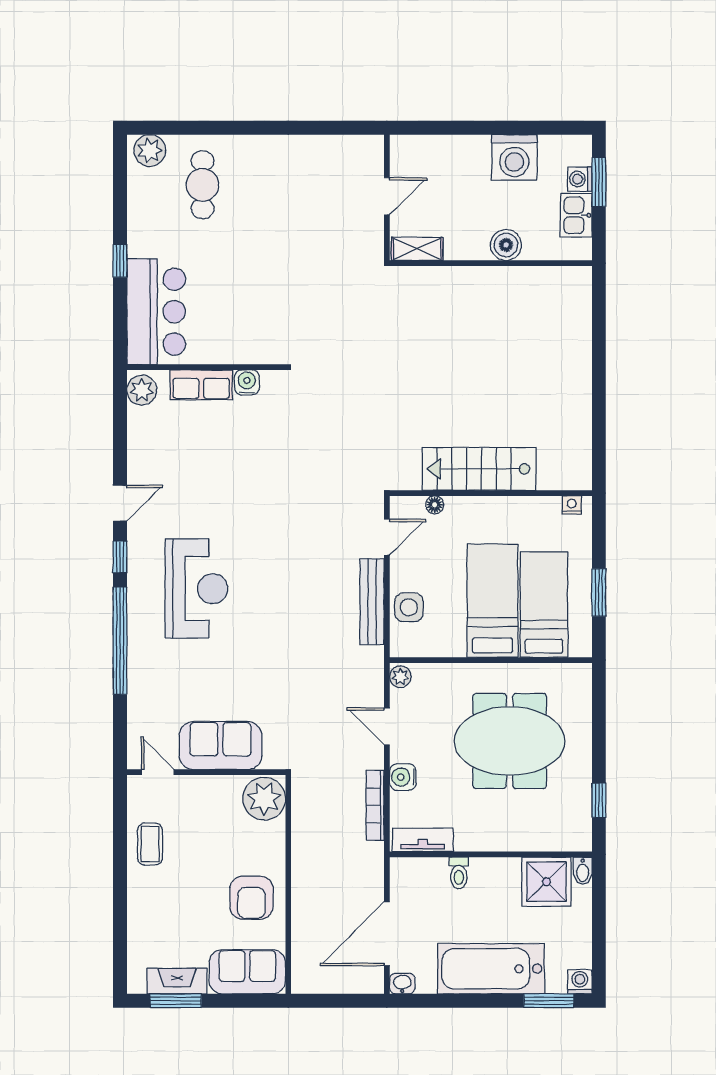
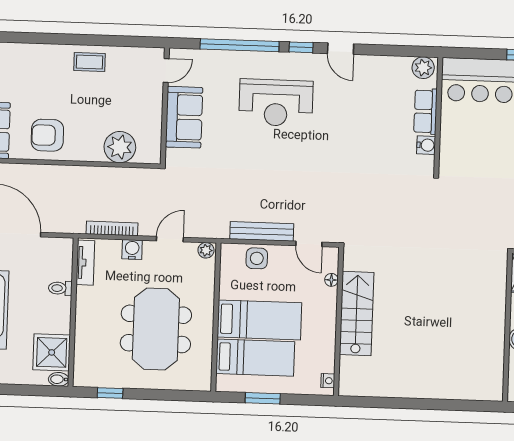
sofa: (220, 746) -> (184, 117), moved
door: (158, 772) -> (166, 70), moved
wall: (206, 772) -> (165, 106), moved

